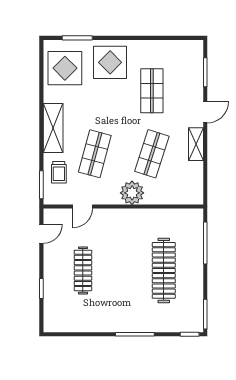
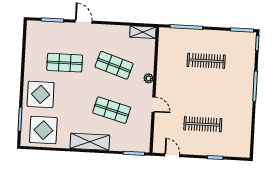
shelving: (196, 144) -> (143, 32), moved
trolley: (59, 172) -> (125, 139), removed
plant: (132, 193) -> (148, 78), width x0.53, depth x0.53
door: (83, 207) -> (154, 104), moved
clothes rail: (164, 270) -> (206, 61), width x0.73, depth x0.76

